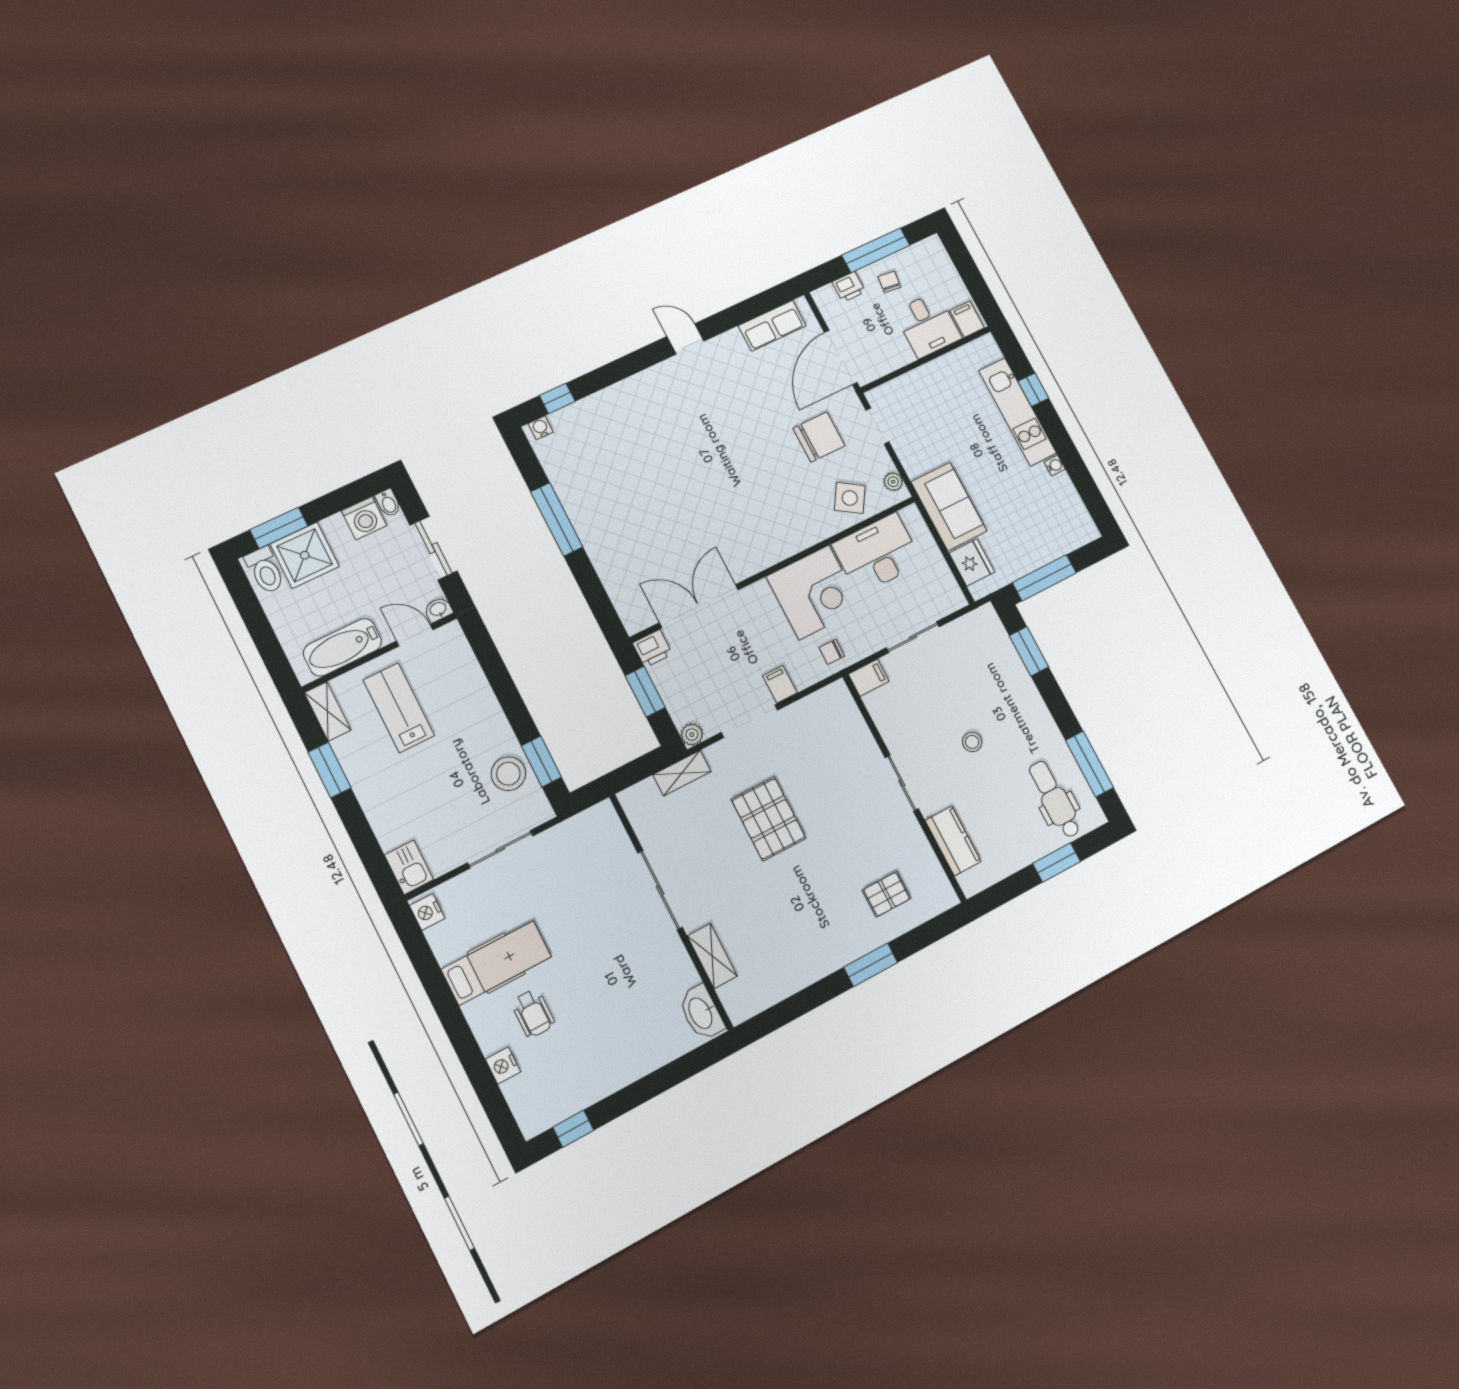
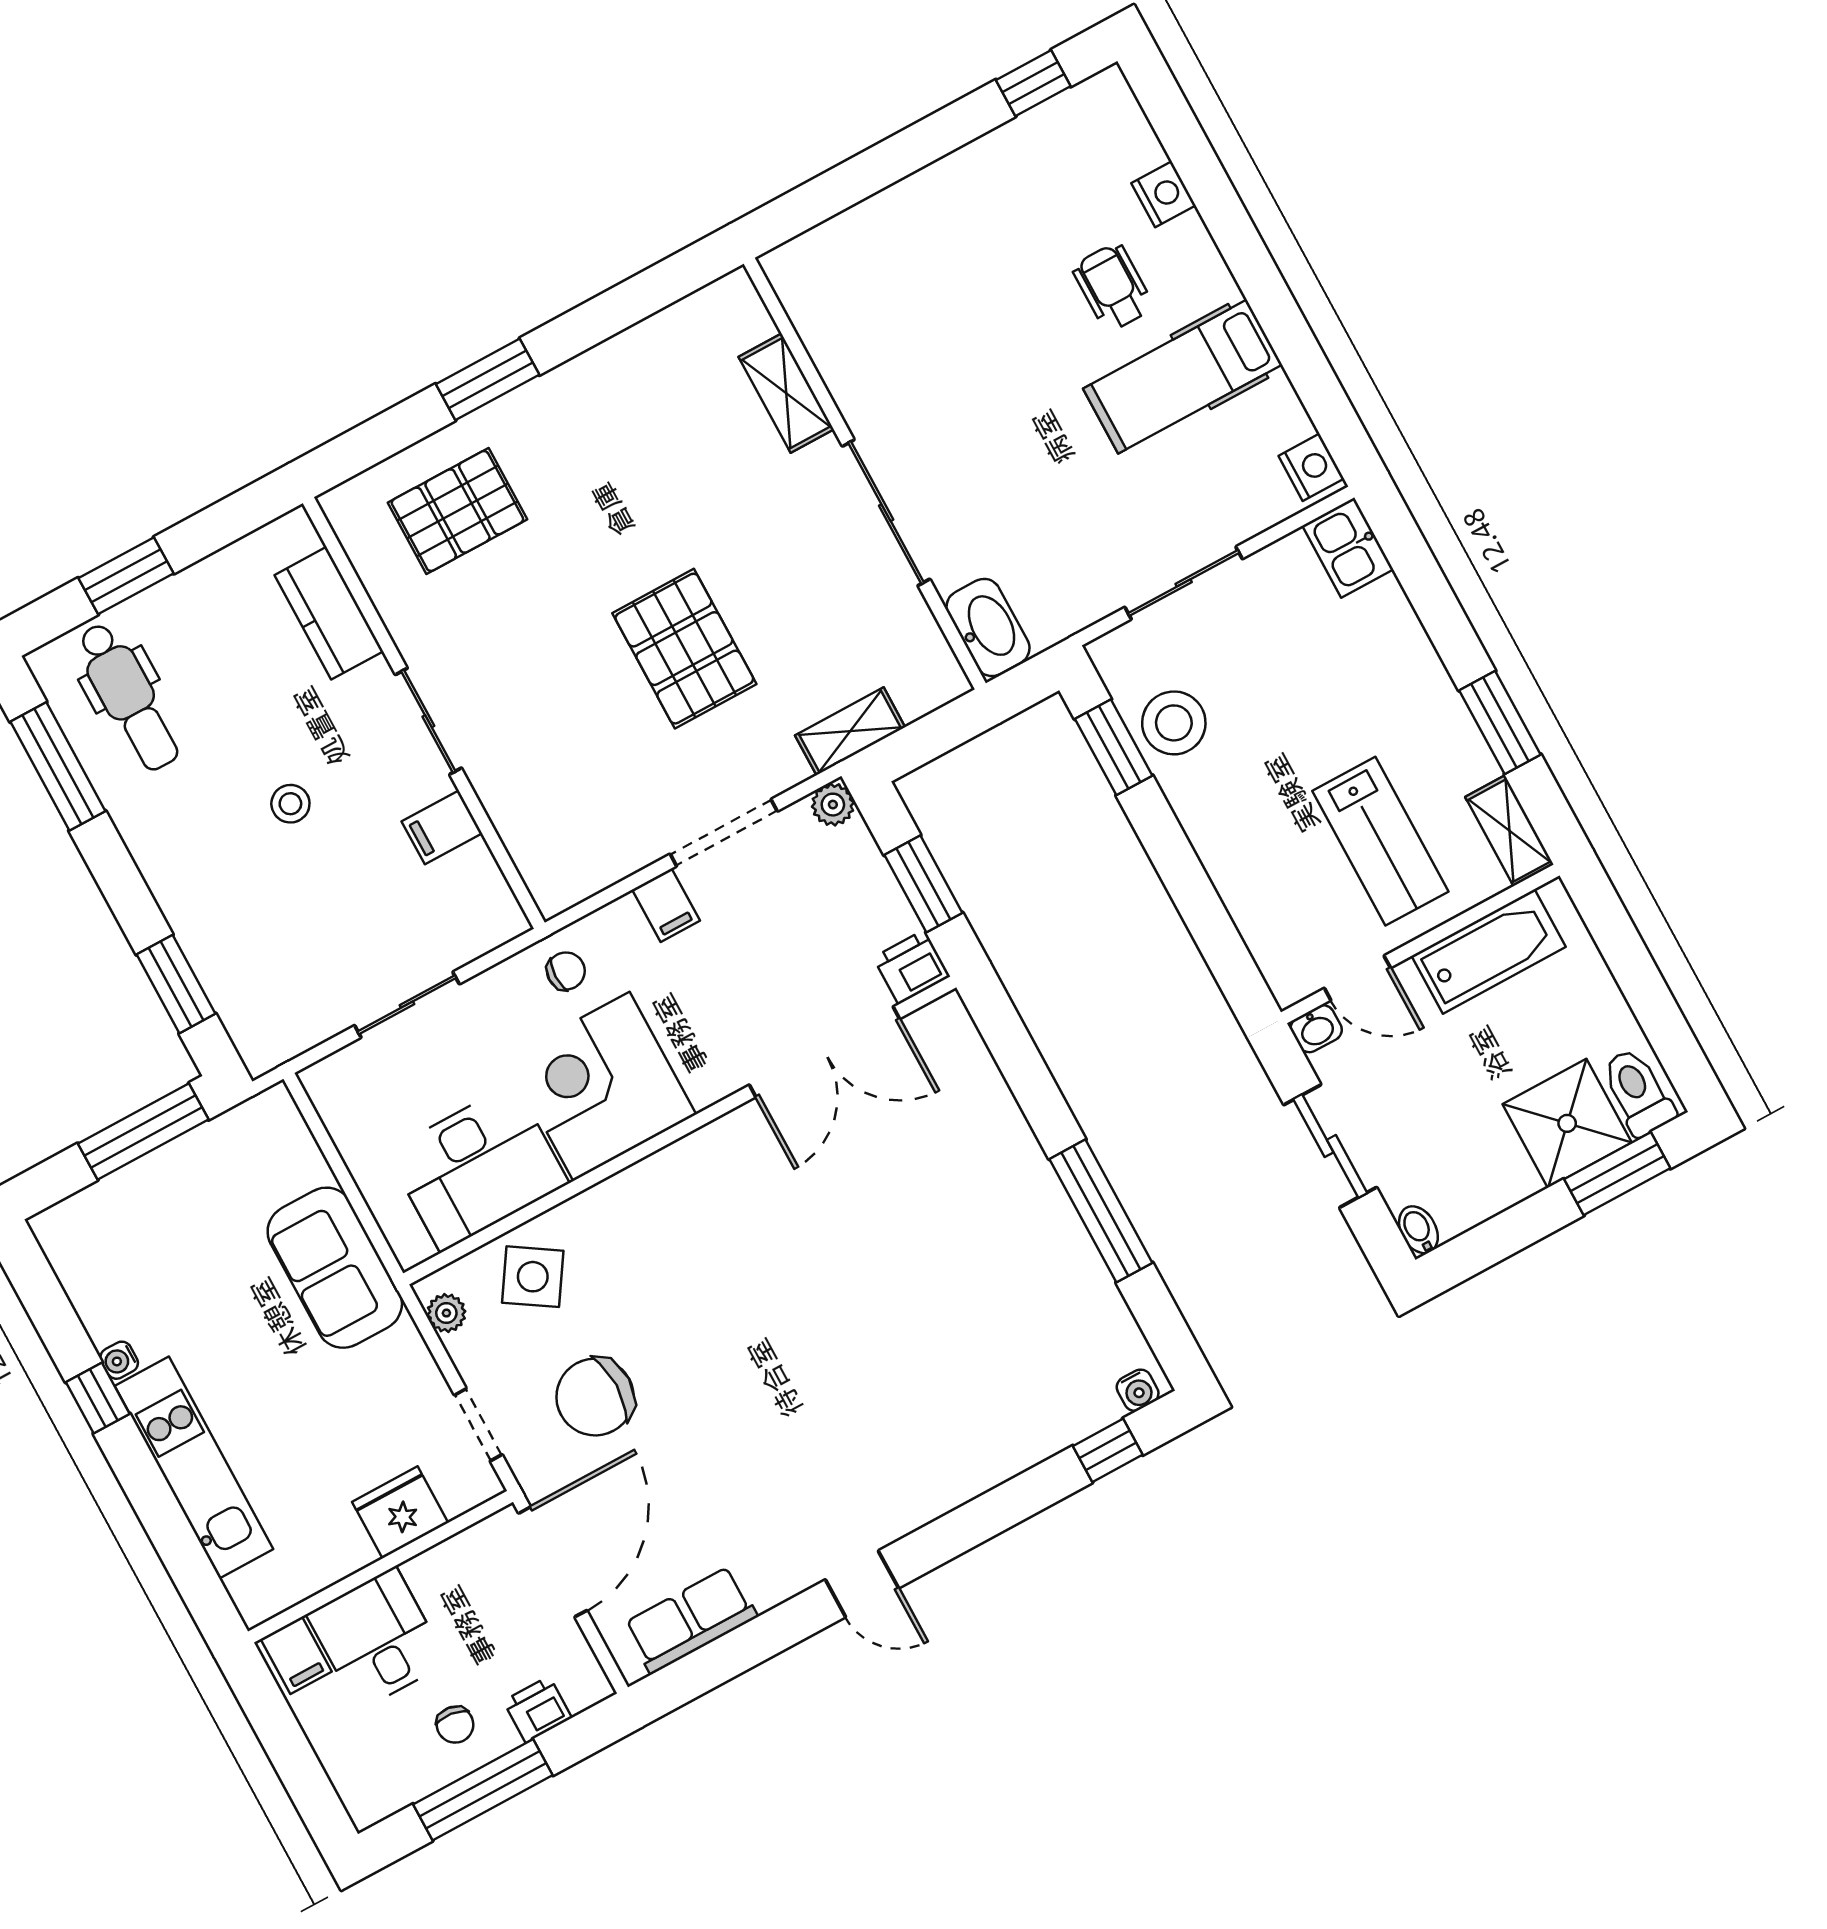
window: (1033, 390) -> (98, 1398), moved
washing machine: (364, 518) -> (1462, 1199), removed
fridge: (972, 563) -> (400, 1512), moved, turned 90
filing cabinet: (869, 678) -> (442, 827), moved
pallet: (887, 894) -> (457, 511), width x1.50, depth x1.42
washbasin: (701, 1013) -> (988, 627), moved

